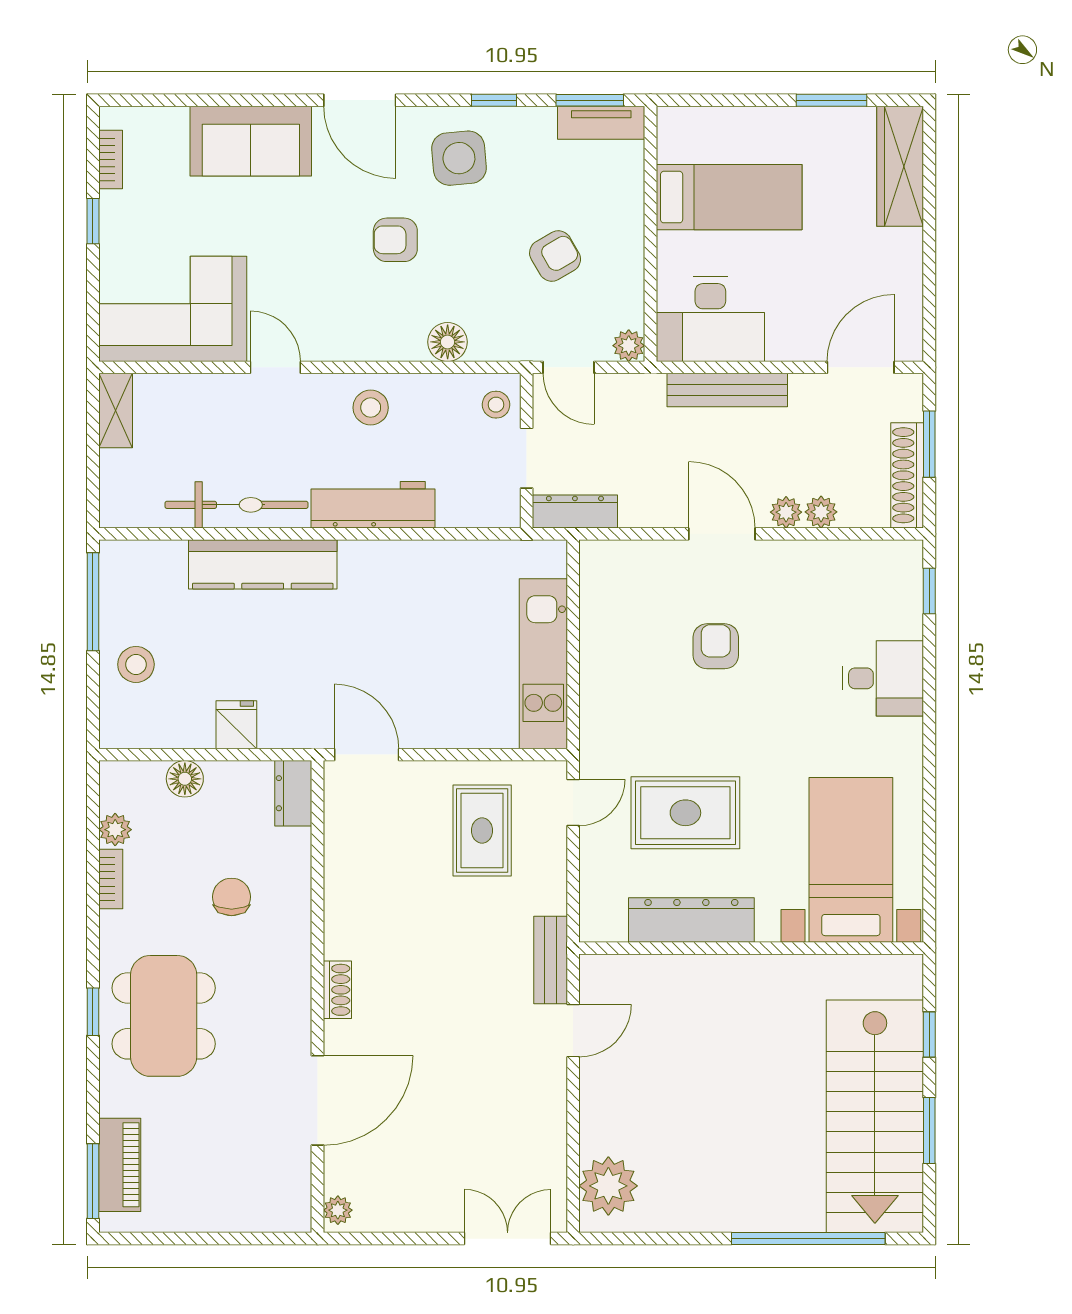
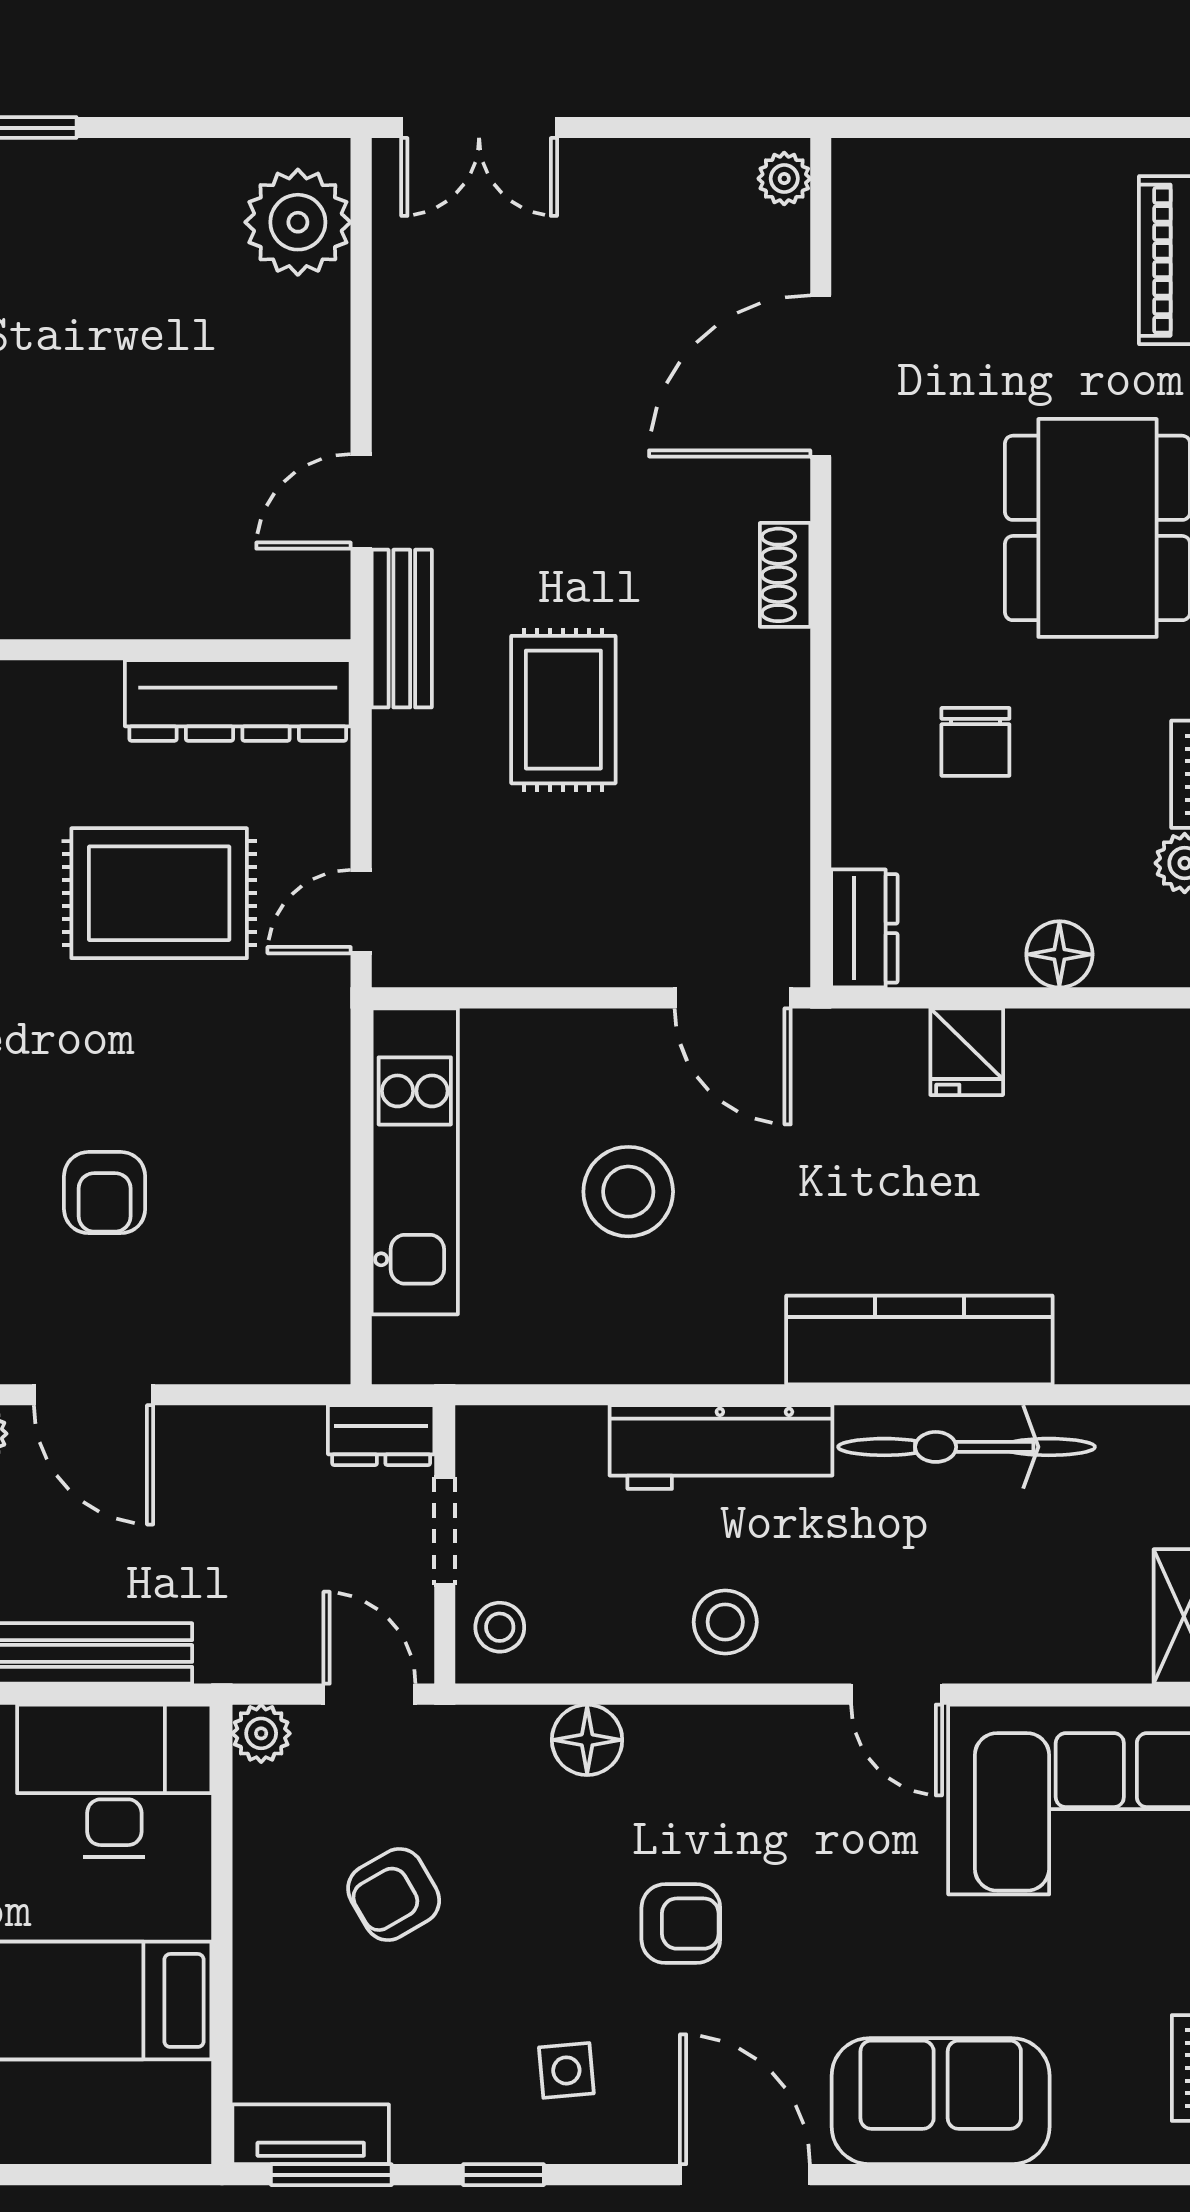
side table: (459, 158) -> (566, 2070), width x0.54, depth x0.54
dresser: (575, 511) -> (381, 1435), width x0.70
stool: (136, 664) -> (628, 1192), moved, width x1.38, depth x1.38
rug: (482, 831) -> (563, 710), moved
dresser: (691, 920) -> (238, 700), moved

